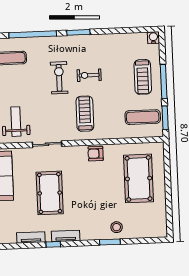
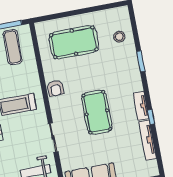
pool table: (50, 193) -> (97, 112), moved, turned 90
stool: (117, 227) -> (119, 37), moved
tv unit: (31, 238) -> (148, 140), width x1.41

